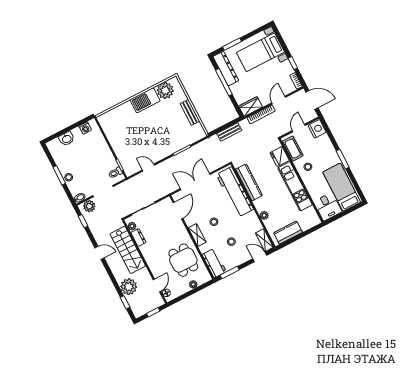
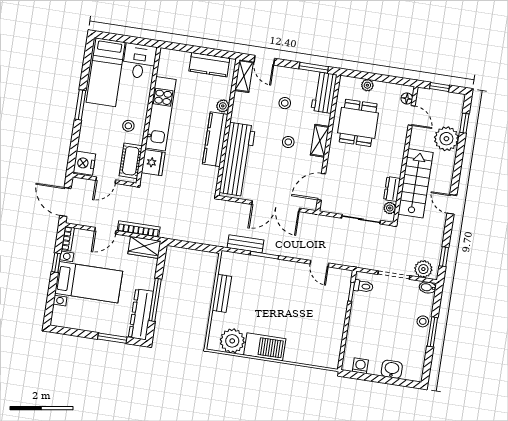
bed with nightstands: (261, 52) -> (89, 282), moved
bench: (229, 132) -> (246, 244), moved
kitchen counter: (249, 182) -> (215, 139), moved
door: (157, 285) -> (412, 115), swing flipped

